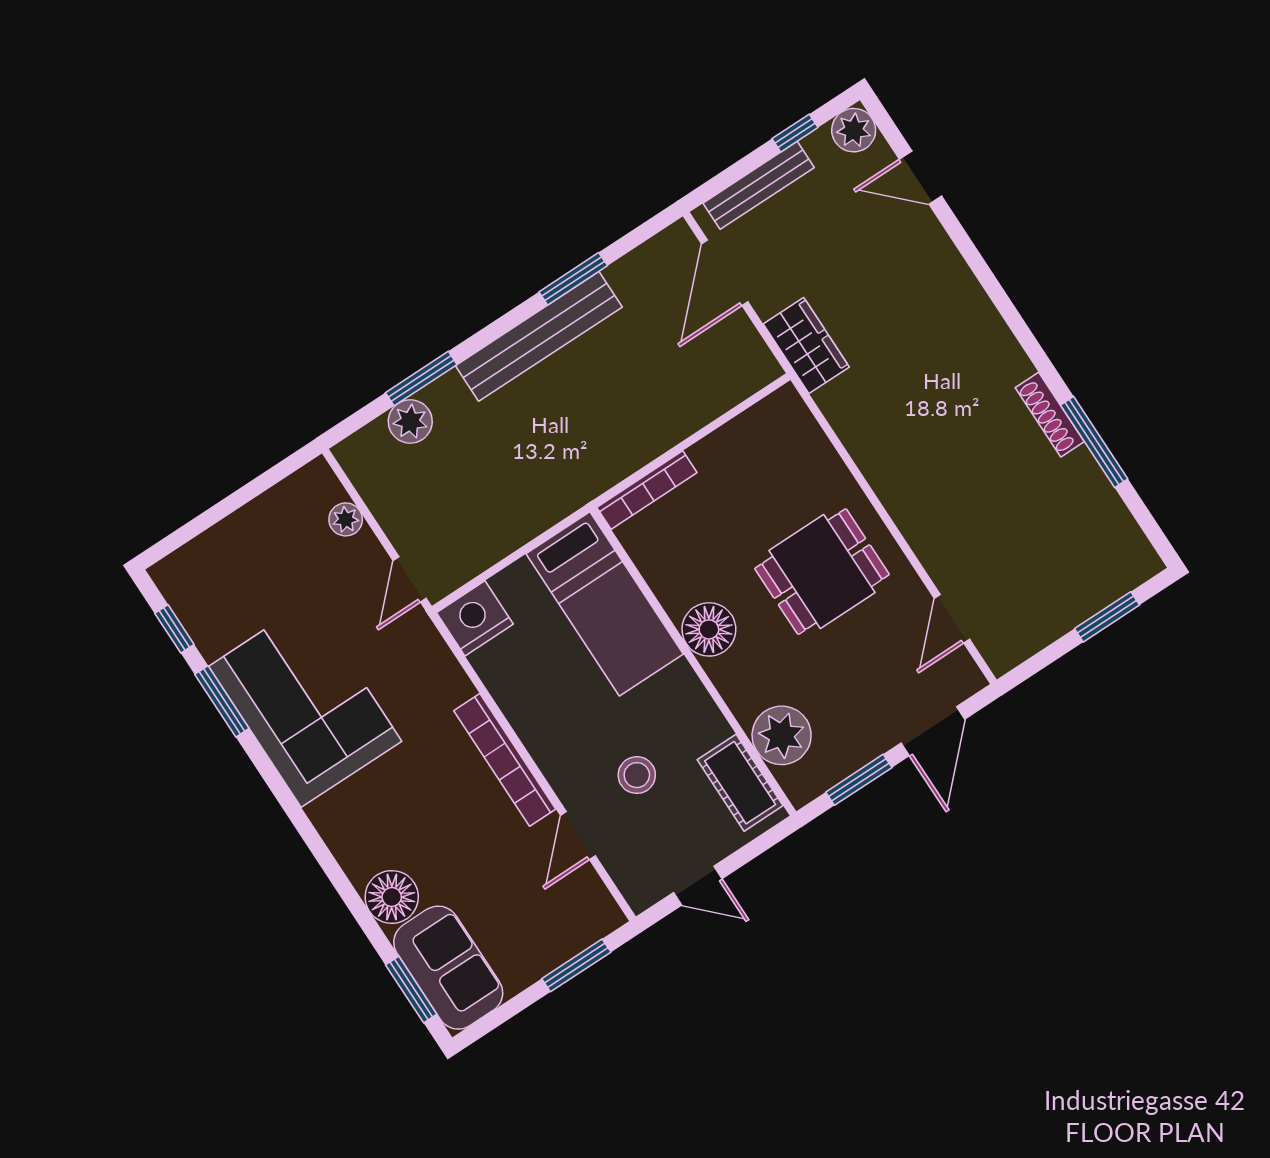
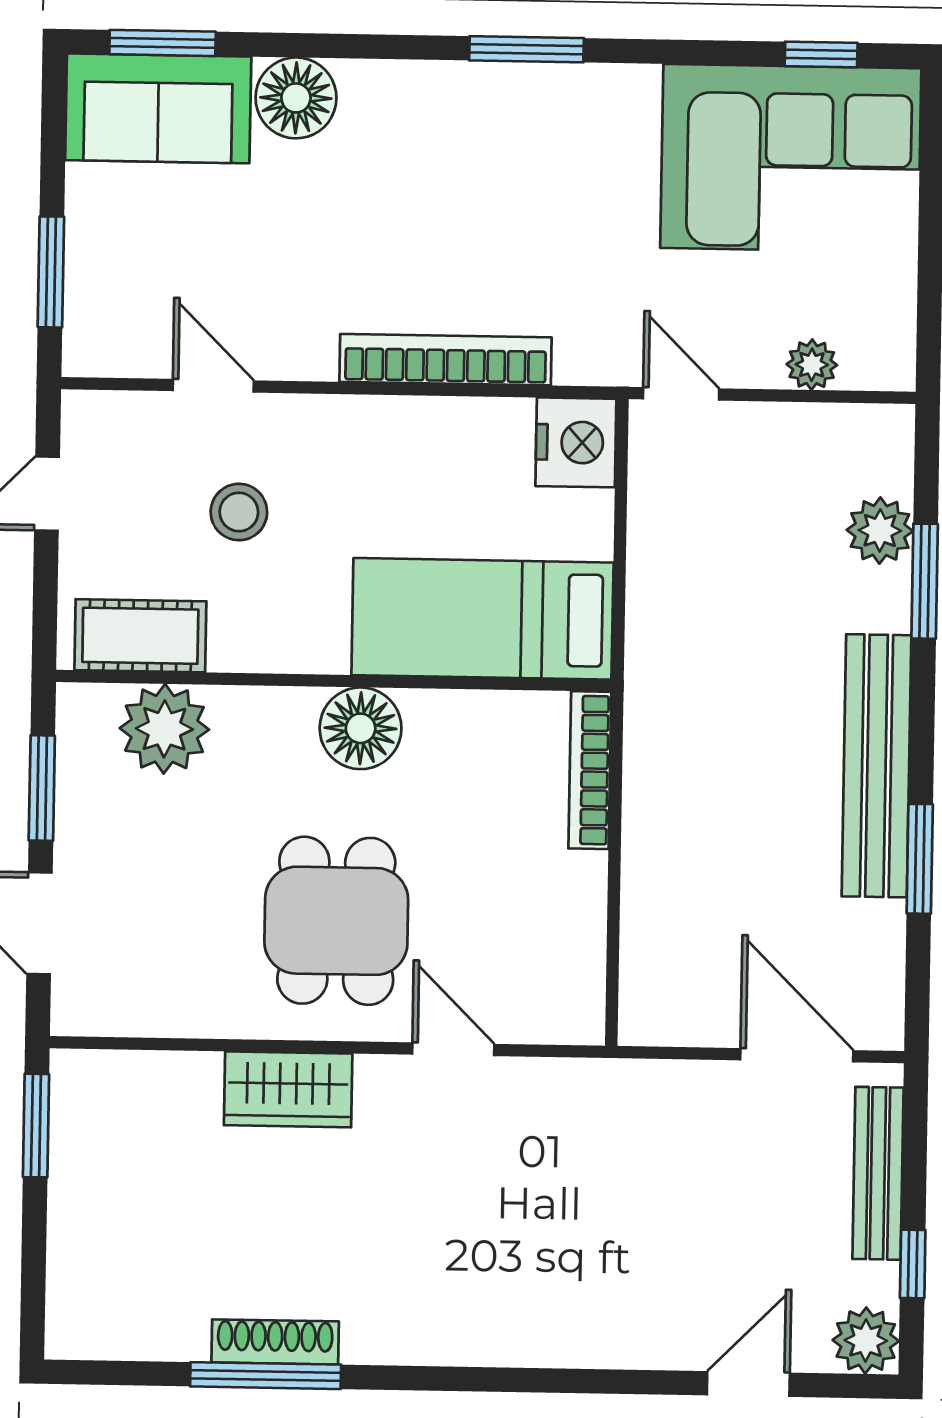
wardrobe: (806, 345) -> (288, 1089), moved
shoe rack: (1050, 415) -> (275, 1342), moved
window: (1107, 617) -> (36, 1126), moved
door: (952, 619) -> (453, 1049), moved
window: (222, 701) -> (526, 49), moved
corner sofa: (305, 704) -> (791, 158), moved
bookcase: (505, 760) -> (446, 360), moved

